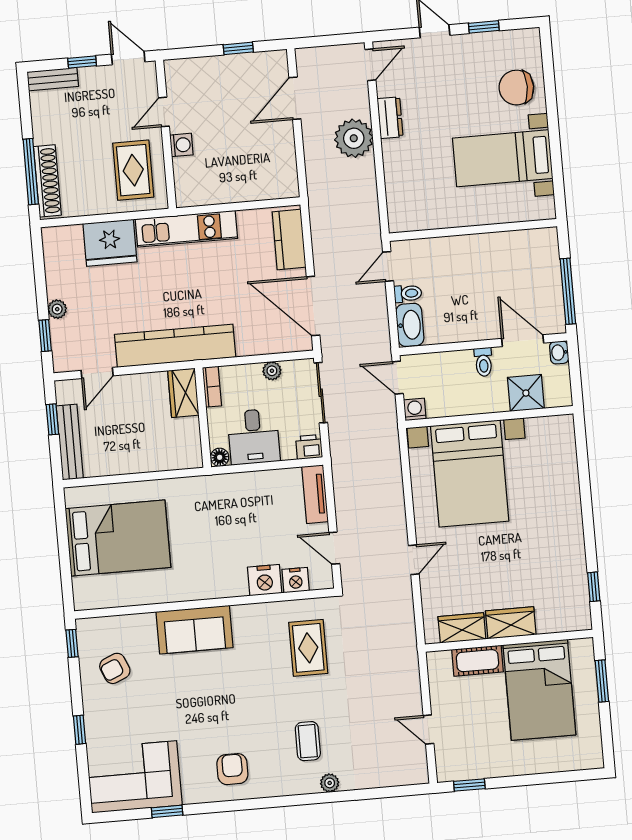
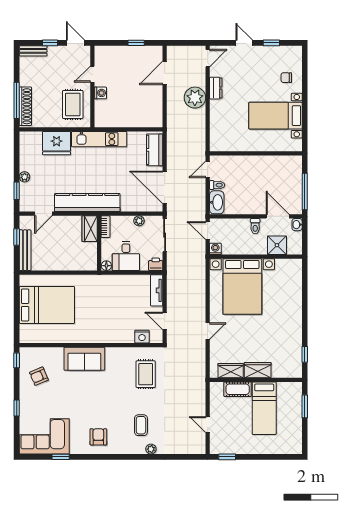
chair: (516, 88) -> (286, 78), width x0.54, depth x0.54
nightstand: (265, 580) -> (125, 335), removed
bed: (539, 690) -> (264, 408), width x0.67

